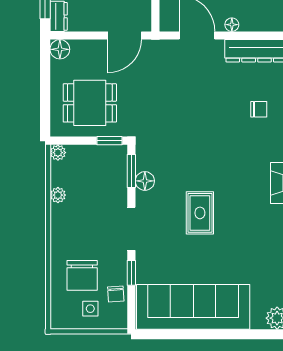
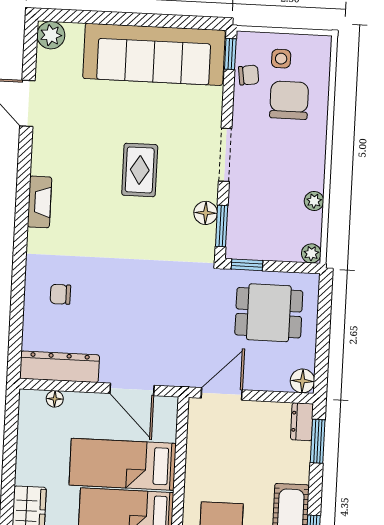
floor lamp: (232, 25) -> (55, 399), moved
window: (131, 273) -> (230, 54), moved
chair: (116, 294) -> (249, 75), turned 86

